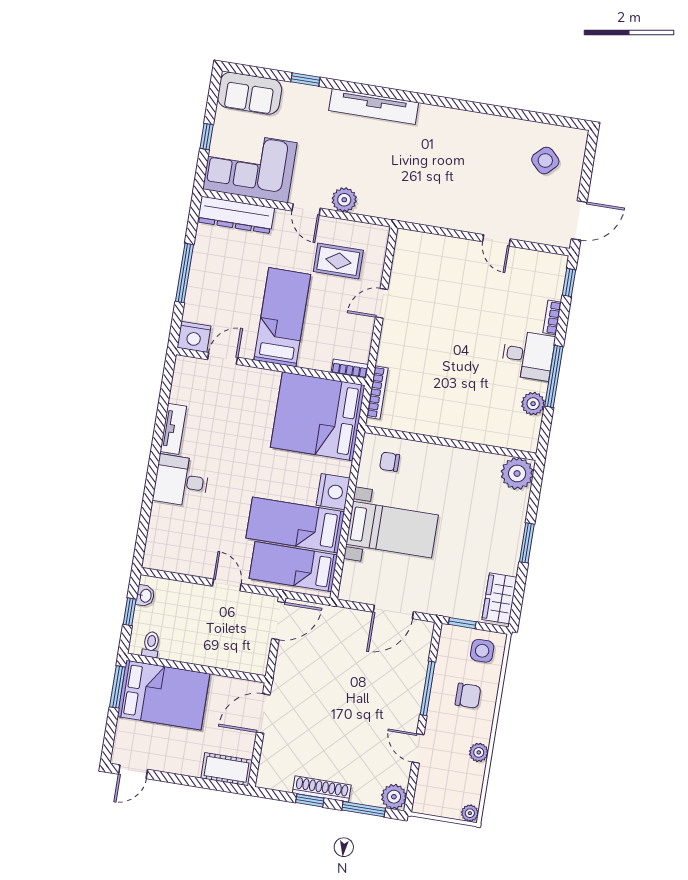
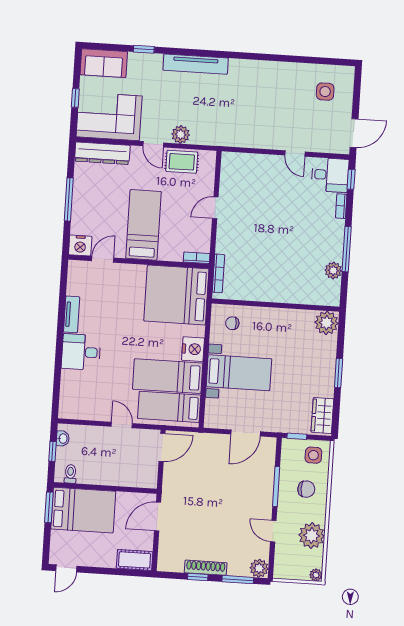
side table: (545, 160) -> (325, 92), turned 45
rug: (338, 261) -> (182, 162), moved
desk: (528, 355) -> (330, 175), moved
plant: (479, 752) -> (312, 536), width x1.88, depth x1.88

